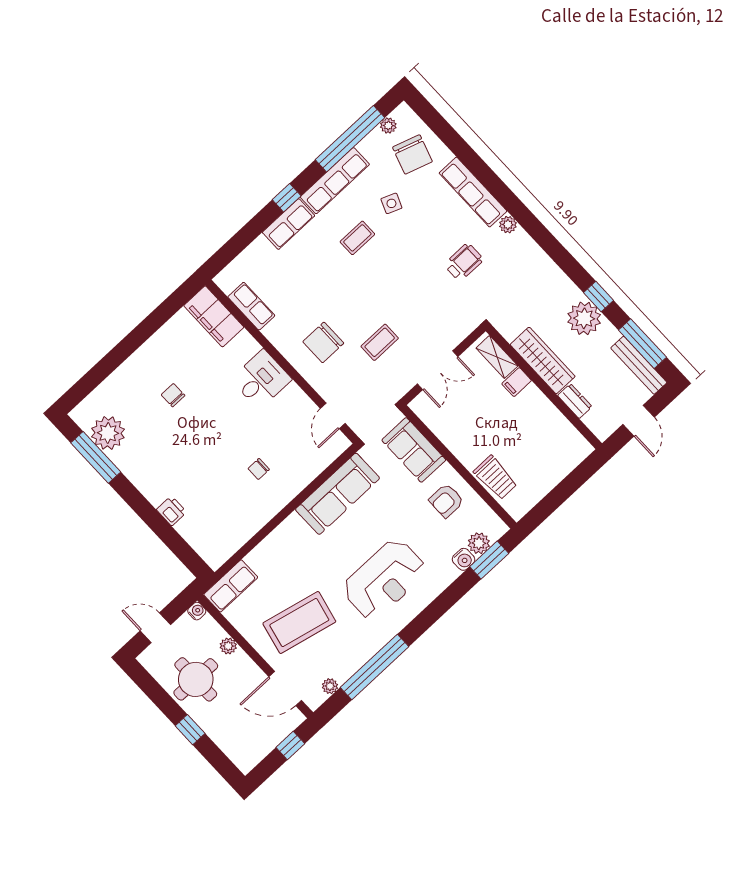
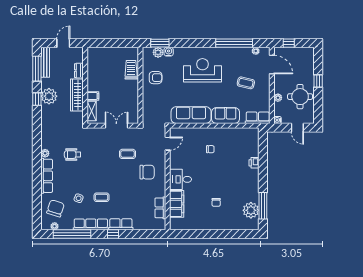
filing cabinet: (214, 316) -> (177, 204), moved
sofa: (414, 450) -> (226, 116), moved, turned -90
coffee table: (299, 622) -> (246, 83), width x0.54, depth x0.58

